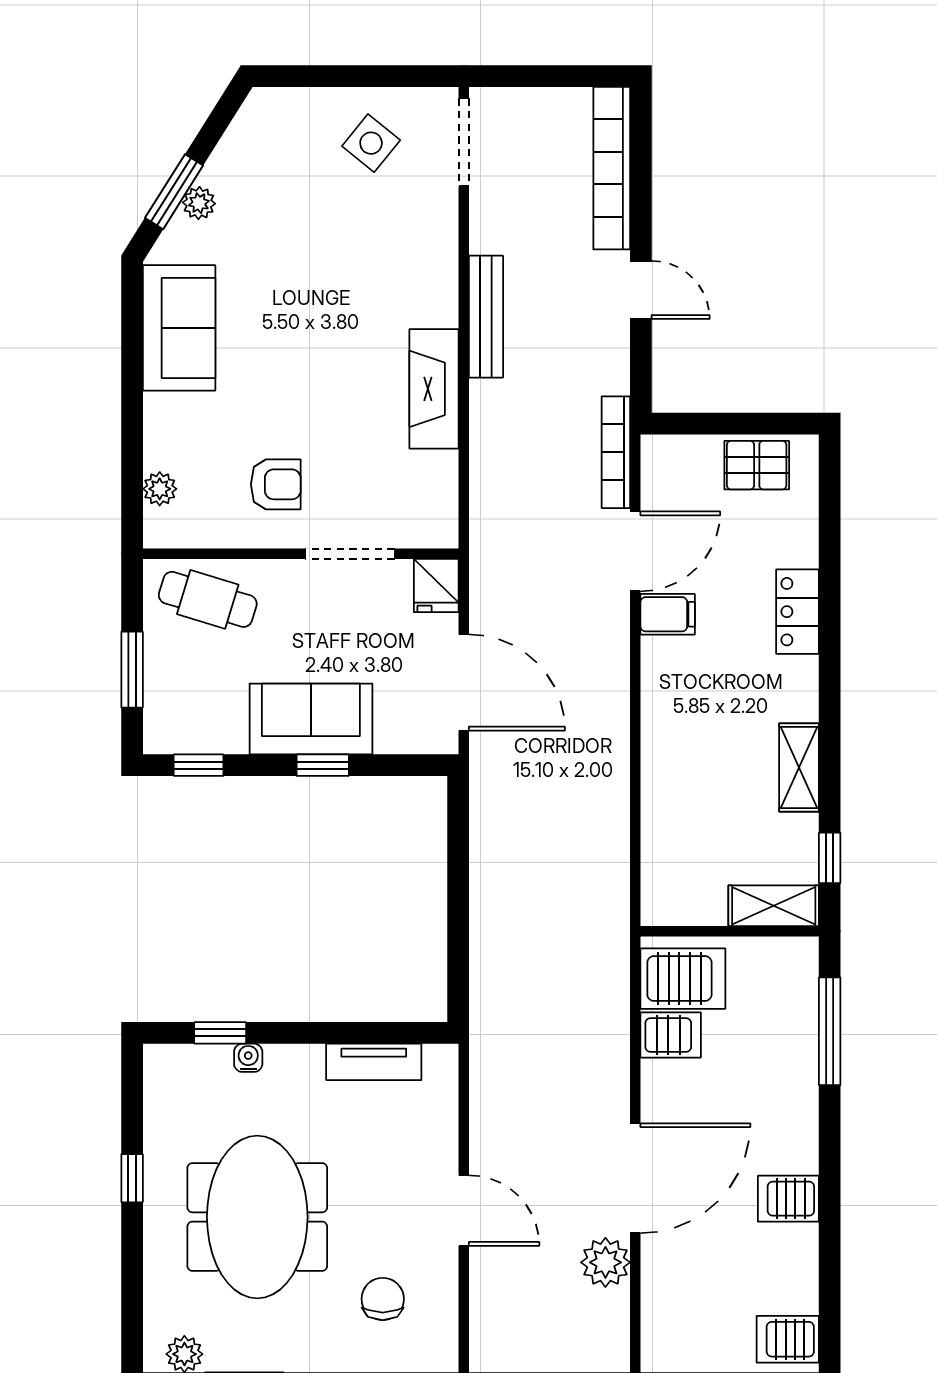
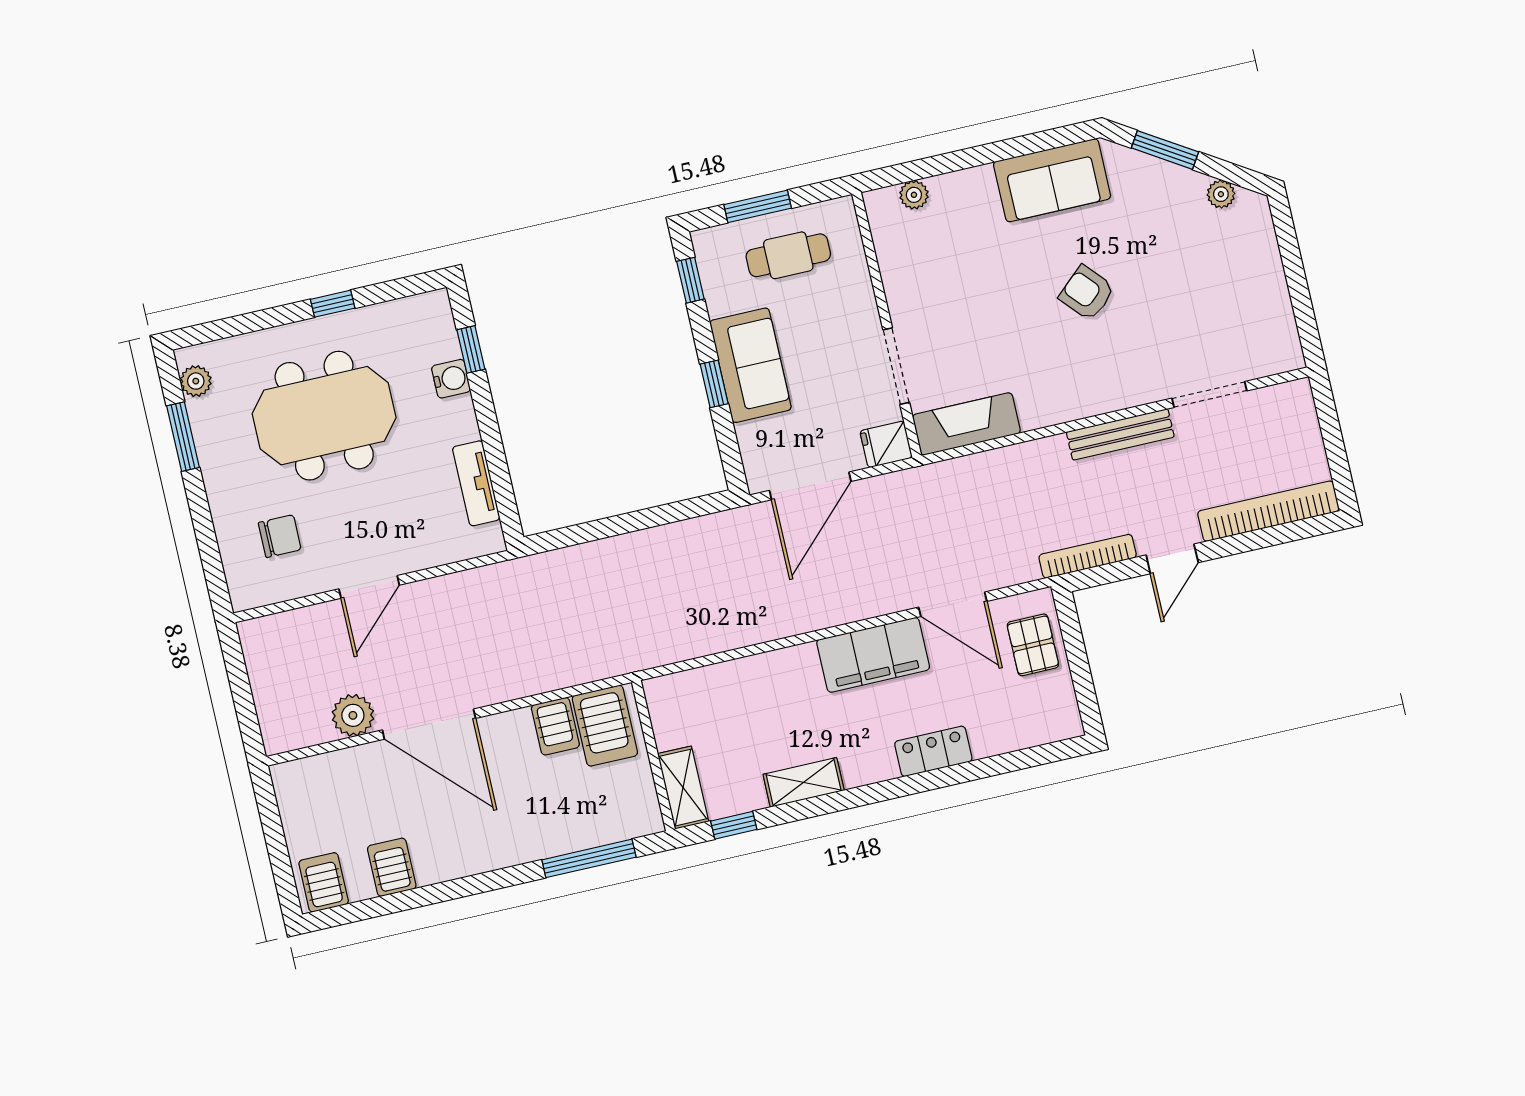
doorway: (464, 142) -> (1209, 394), moved
side table: (371, 143) -> (1243, 305), removed
plant: (199, 203) -> (1221, 194), moved
fireplace: (434, 389) -> (966, 424), moved
bookcase: (616, 452) -> (1088, 556), moved
pallet: (757, 465) -> (1033, 645), moved
armchair: (276, 484) -> (1087, 293), moved, turned 138
cafe table: (208, 599) -> (788, 255), moved, turned 73
filing cabinet: (668, 614) -> (873, 655), width x3.00, depth x1.17
water cooler: (248, 1058) -> (451, 379), width x1.38, depth x1.38
server rack: (788, 1199) -> (392, 867), moved

